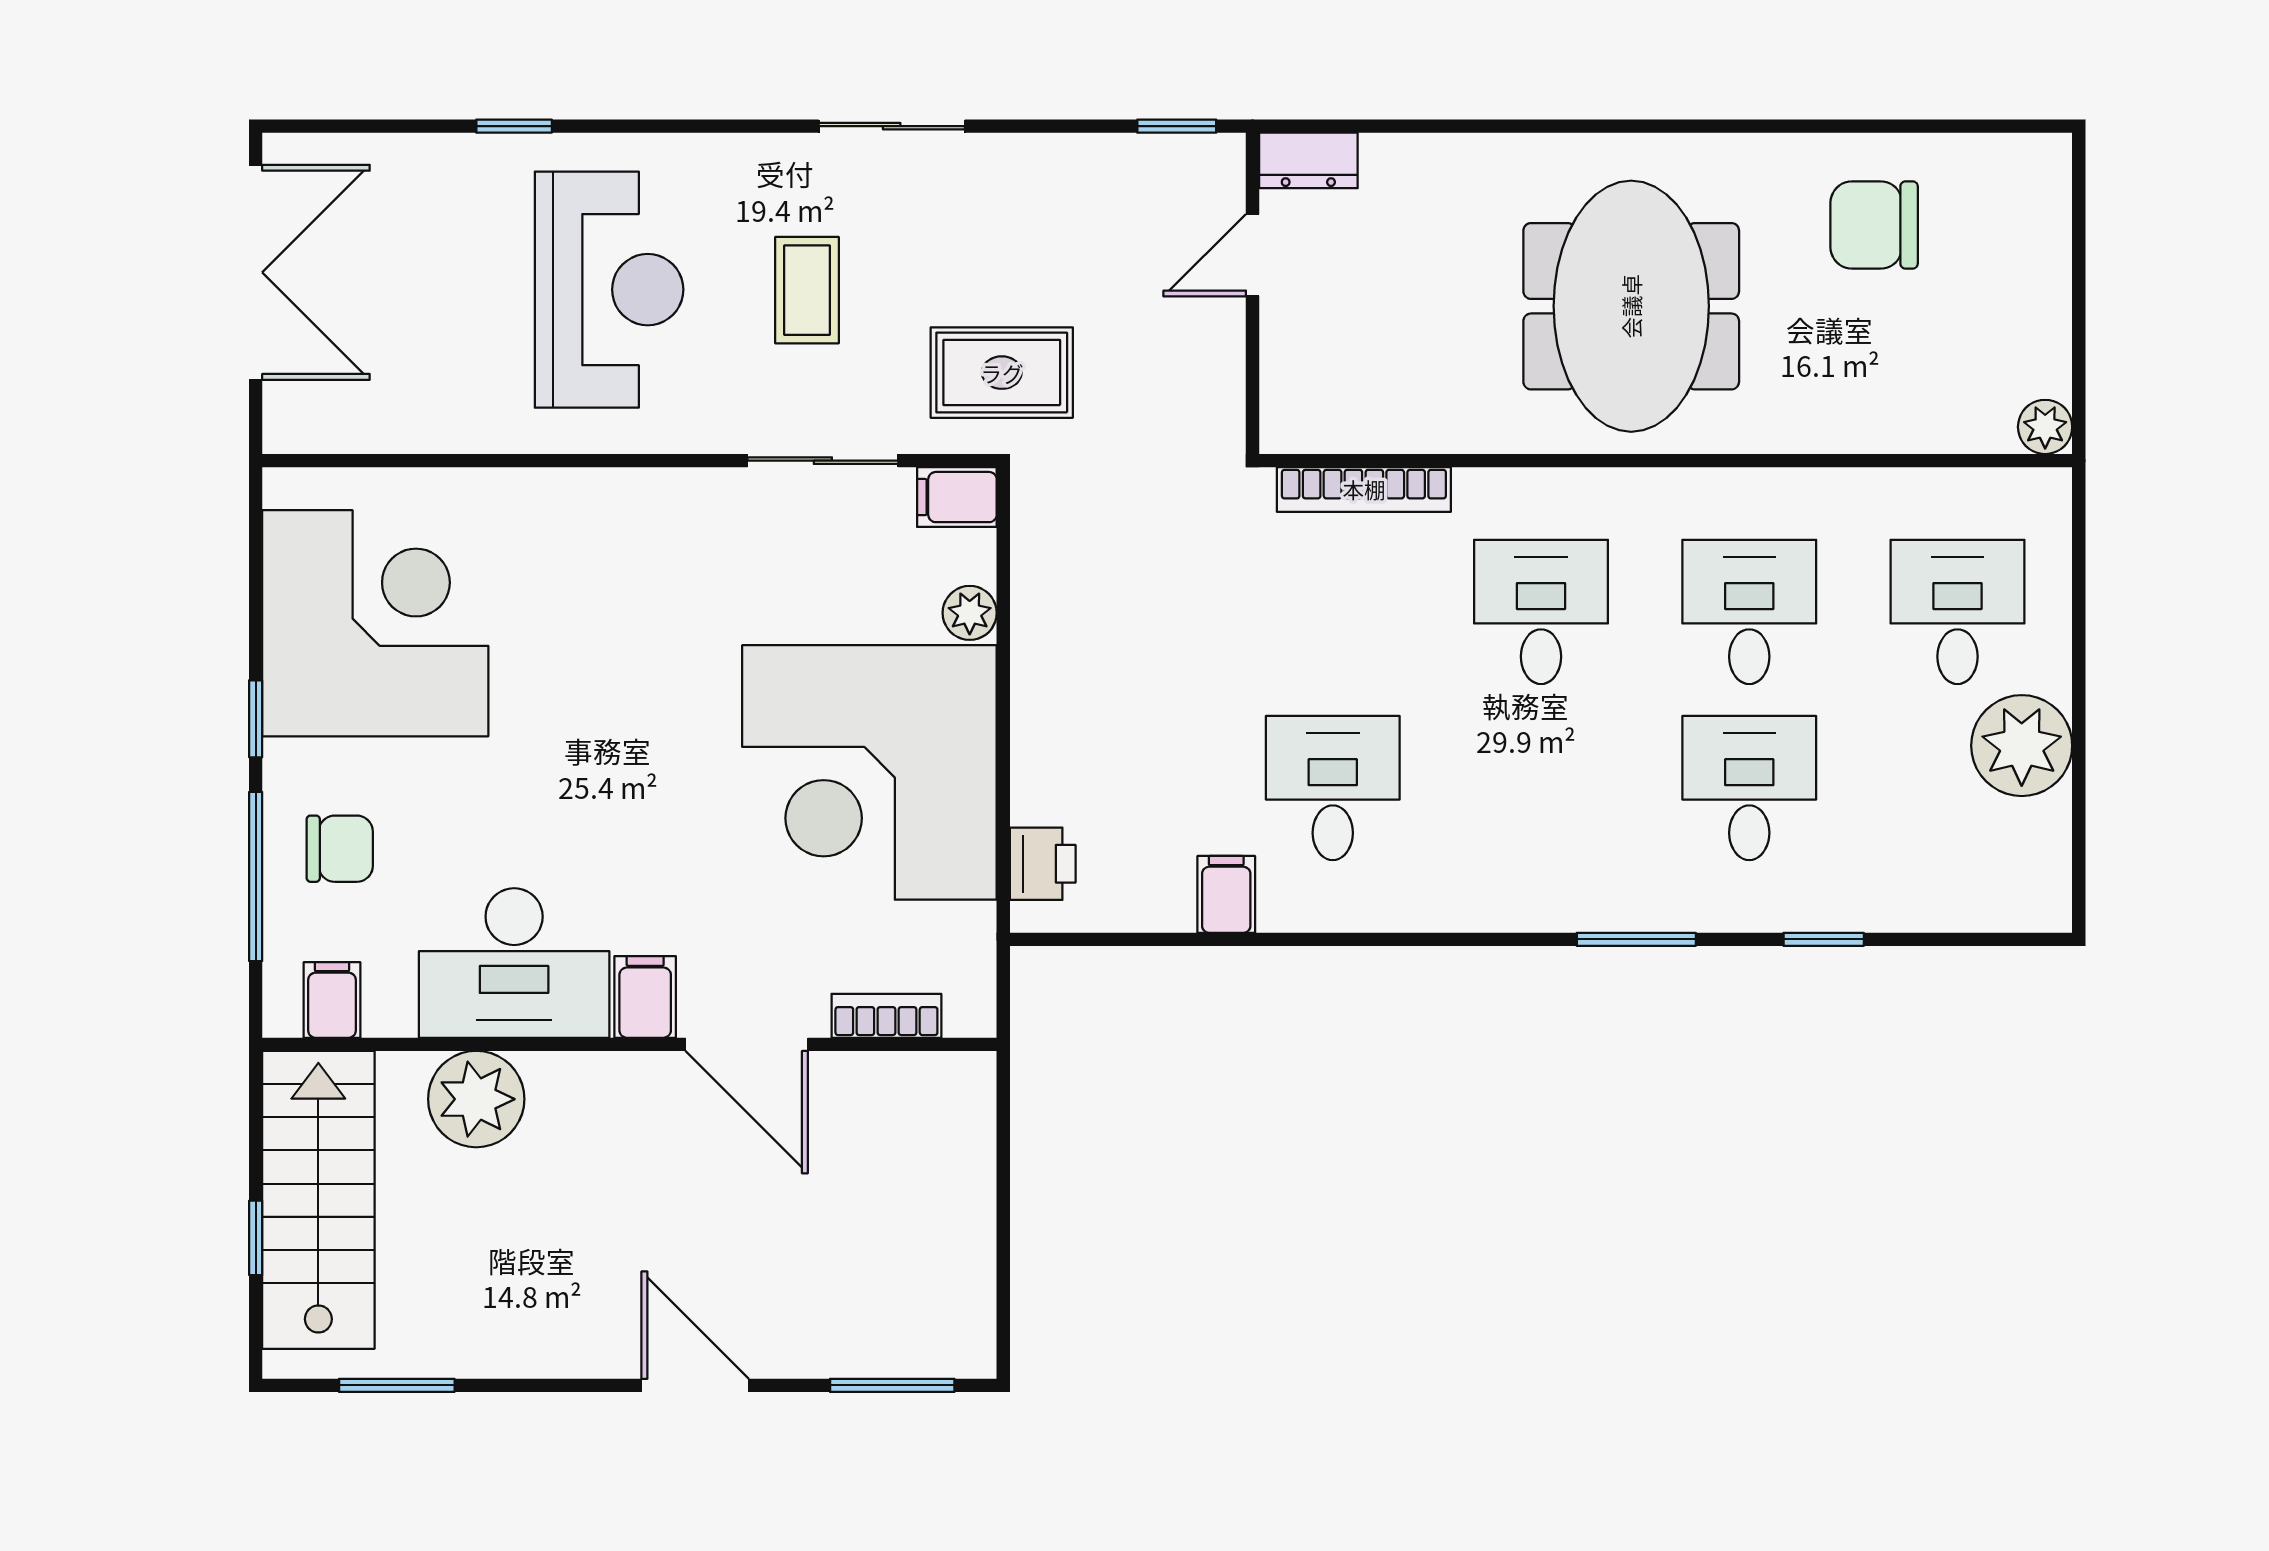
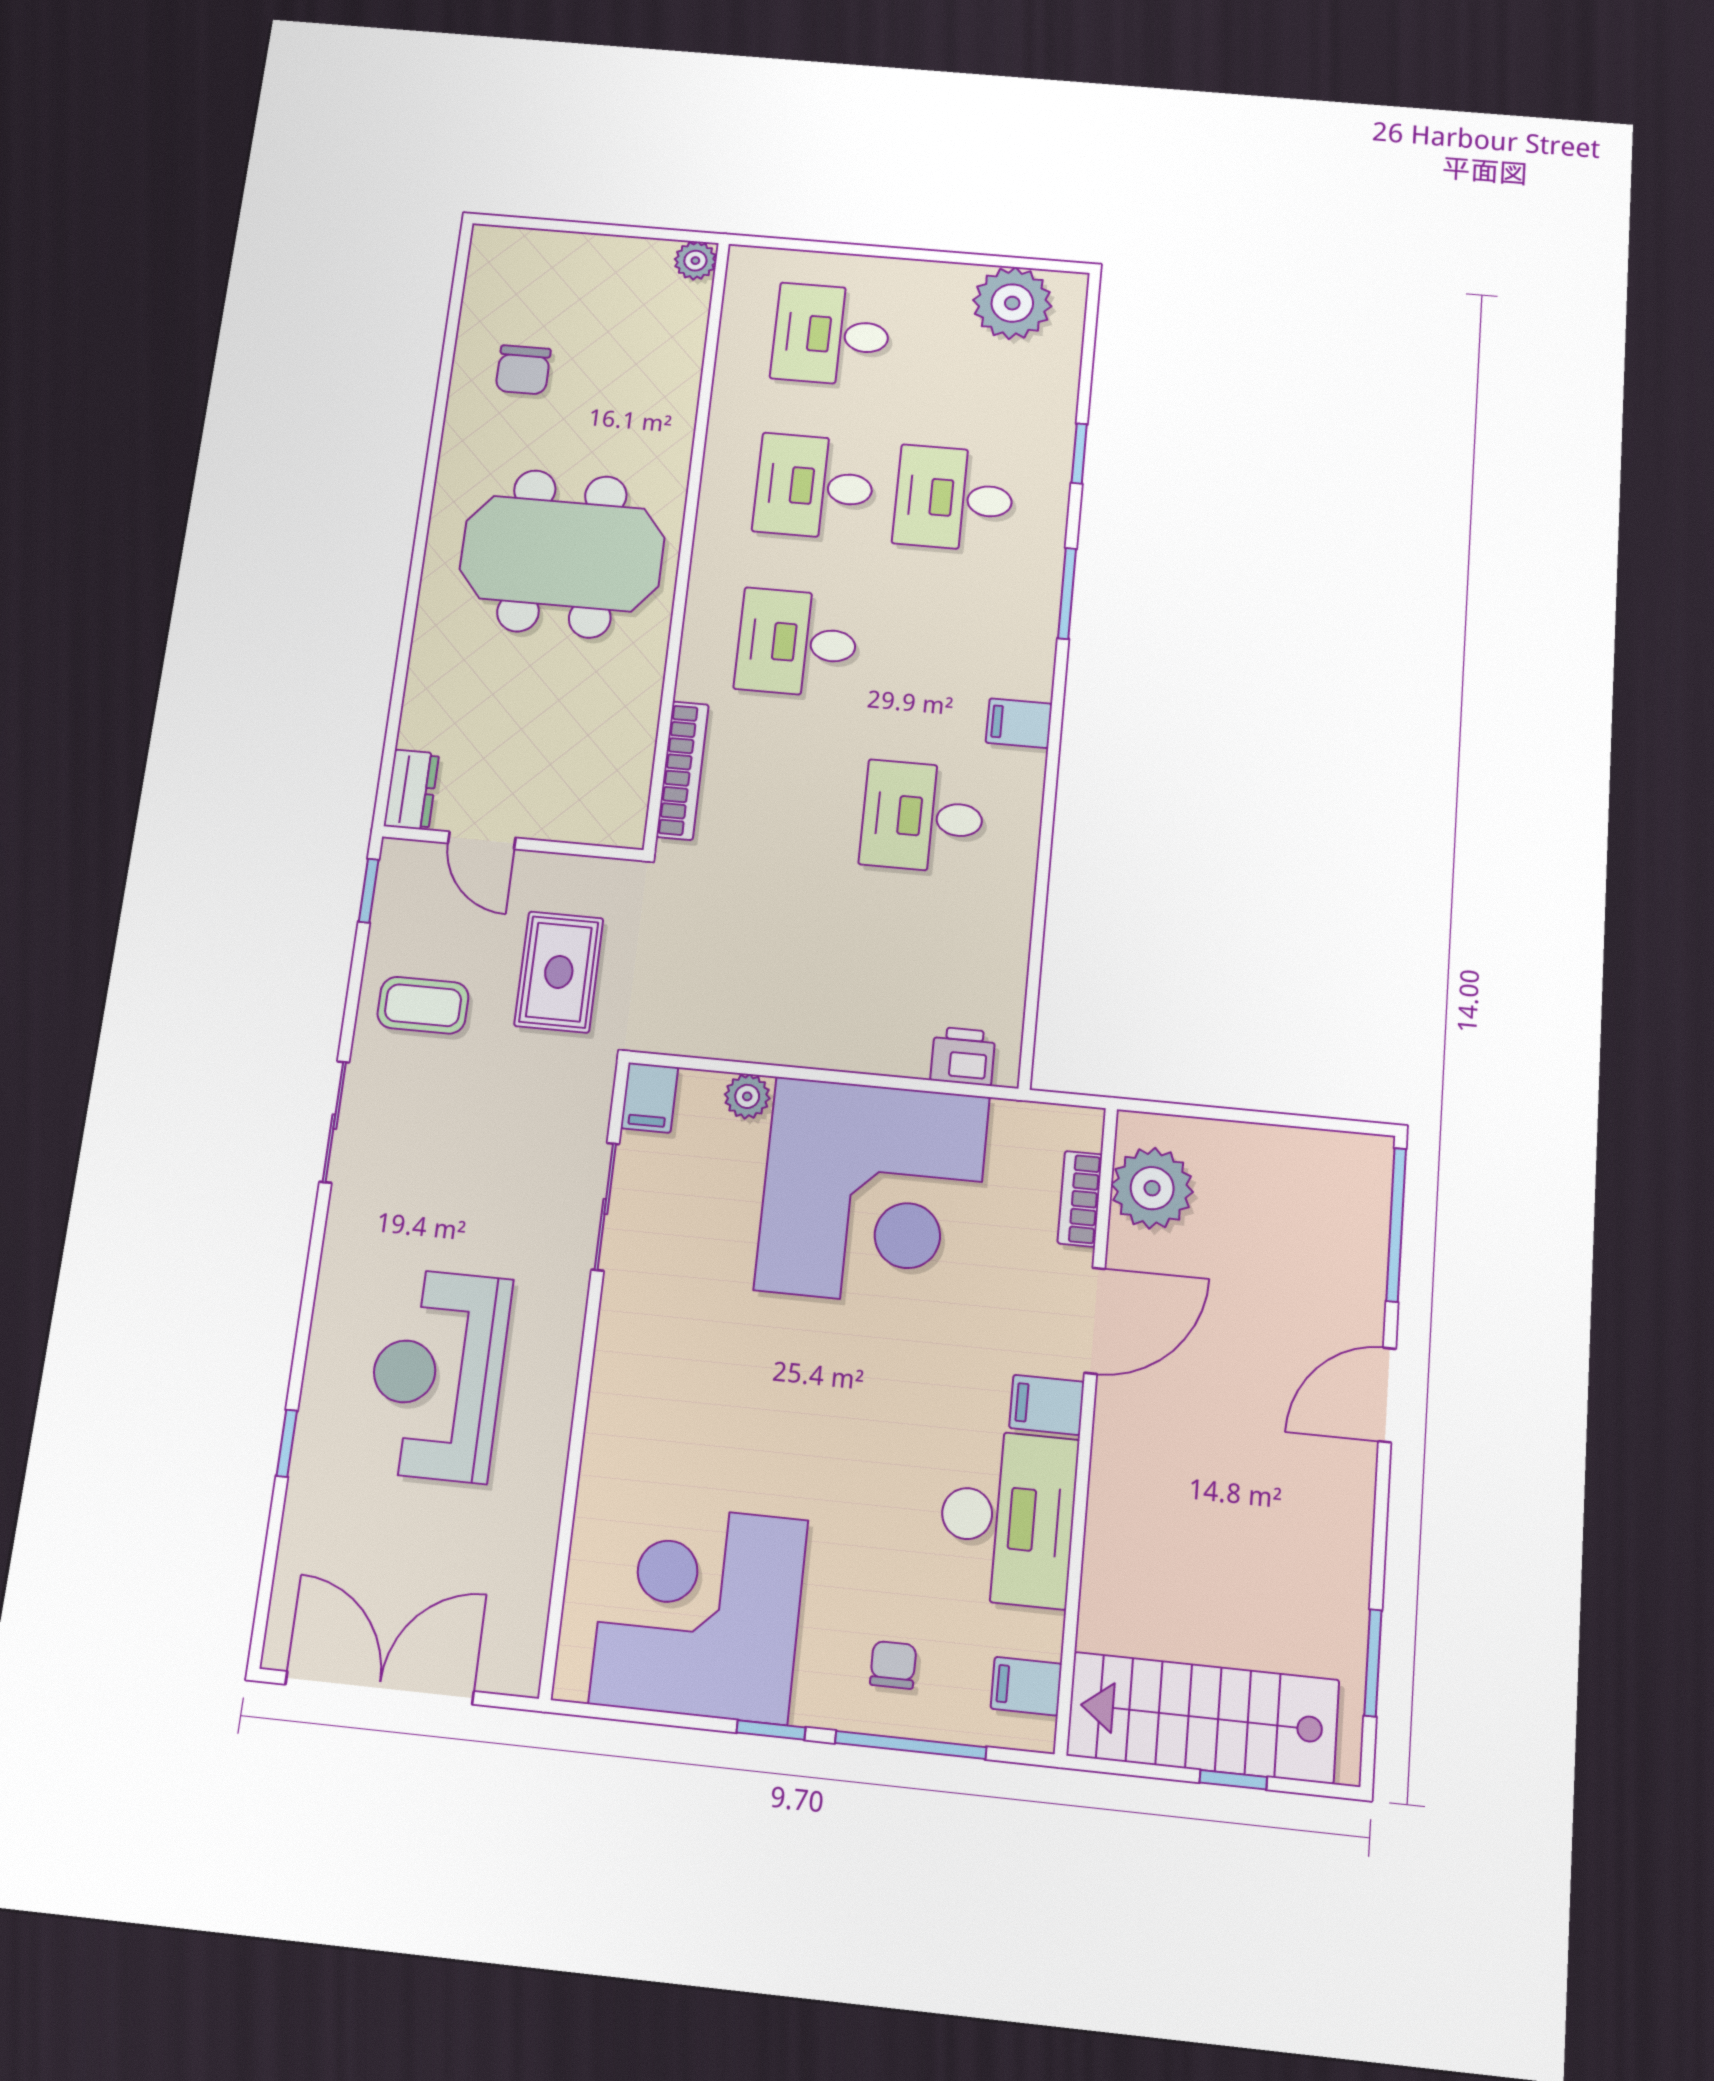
chair: (1874, 225) -> (523, 370), width x0.73, depth x0.73
reception desk: (609, 290) -> (437, 1375), turned -90
coffee table: (807, 290) -> (423, 1005), moved
rug: (1002, 373) -> (559, 972), moved
plant: (2022, 746) -> (1012, 303), moved
chair: (340, 849) -> (893, 1665), width x0.73, depth x0.73
filing cabinet: (1226, 894) -> (1019, 723), moved
plant: (476, 1099) -> (1152, 1188), moved
window: (892, 1385) -> (1396, 1225), width x1.44

